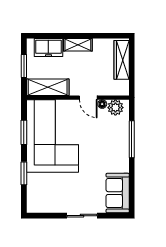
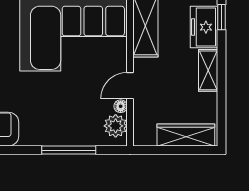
window: (42, 36) -> (221, 17), added

